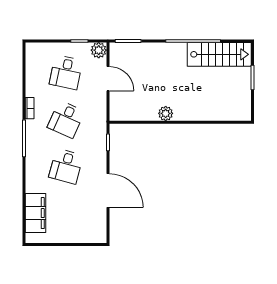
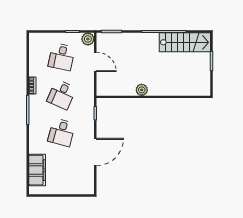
door: (108, 191) -> (95, 152), hinge flipped

